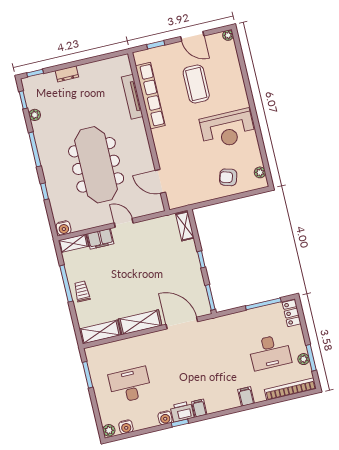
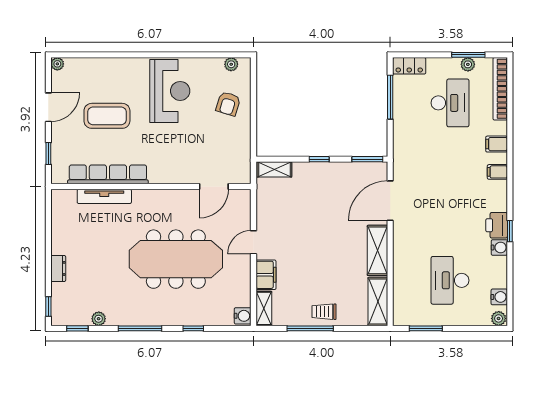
filing cabinet: (199, 408) -> (497, 172), moved

